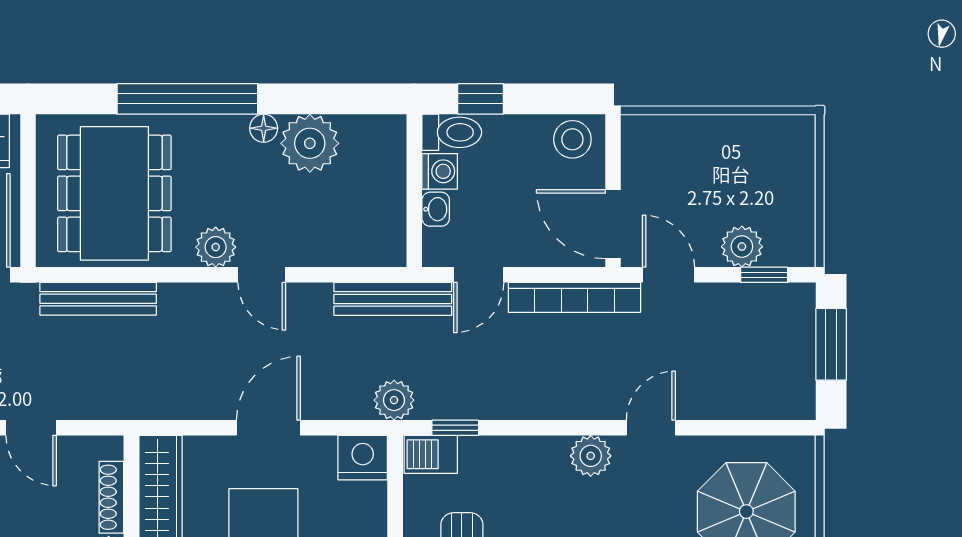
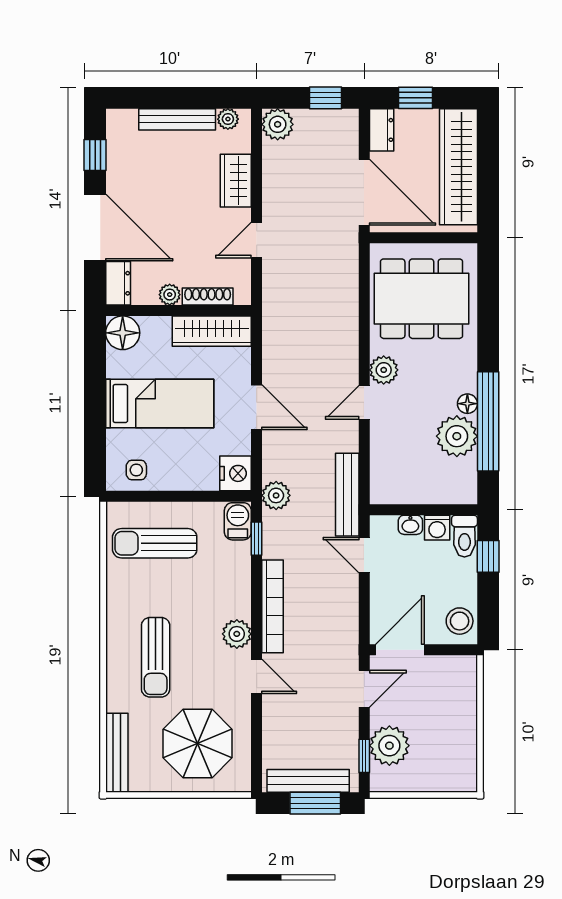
window: (187, 99) -> (488, 421), moved
plant: (742, 247) -> (389, 746), width x1.36, depth x1.36
bookcase: (574, 297) -> (272, 606), moved, turned 180
bench: (98, 299) -> (308, 781), moved, turned 90

